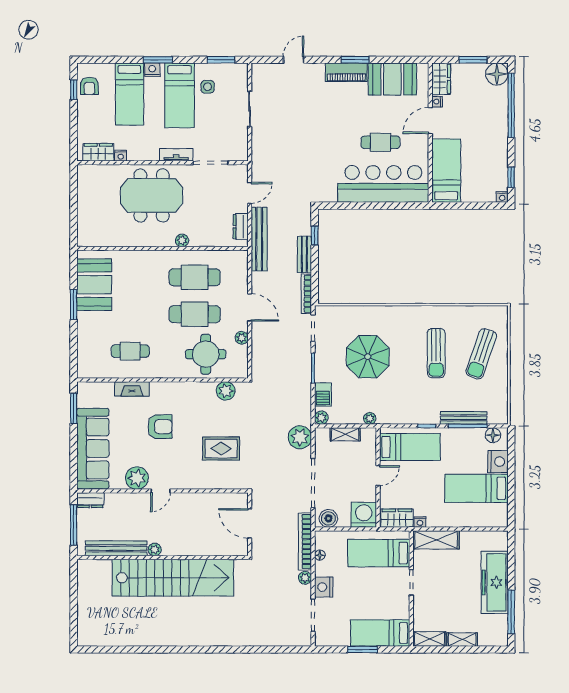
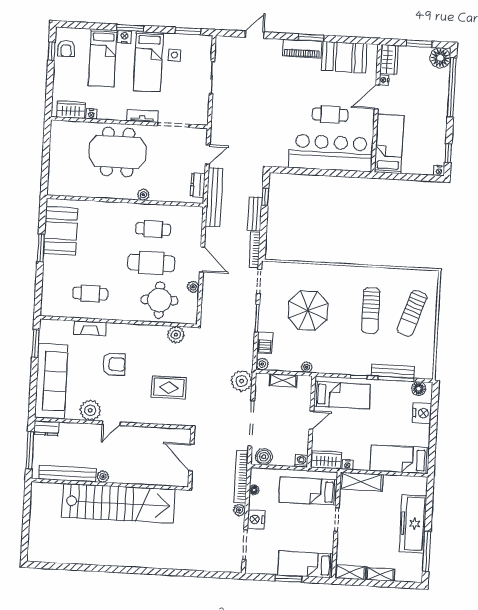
cafe table: (195, 277) -> (153, 229), width x0.73, depth x0.74
bed: (476, 488) -> (400, 459), moved
washing machine: (364, 515) -> (302, 461), width x0.53, depth x0.53

